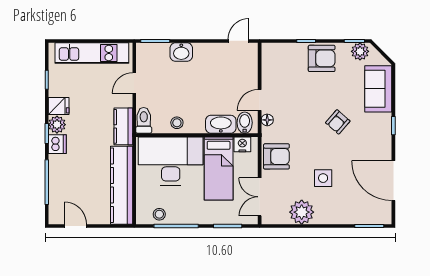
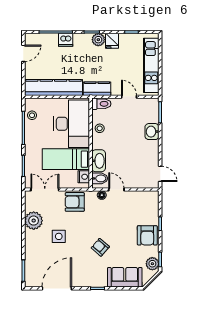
dishwasher: (57, 144) -> (66, 40), moved
armchair: (276, 156) -> (75, 202), turned 90

